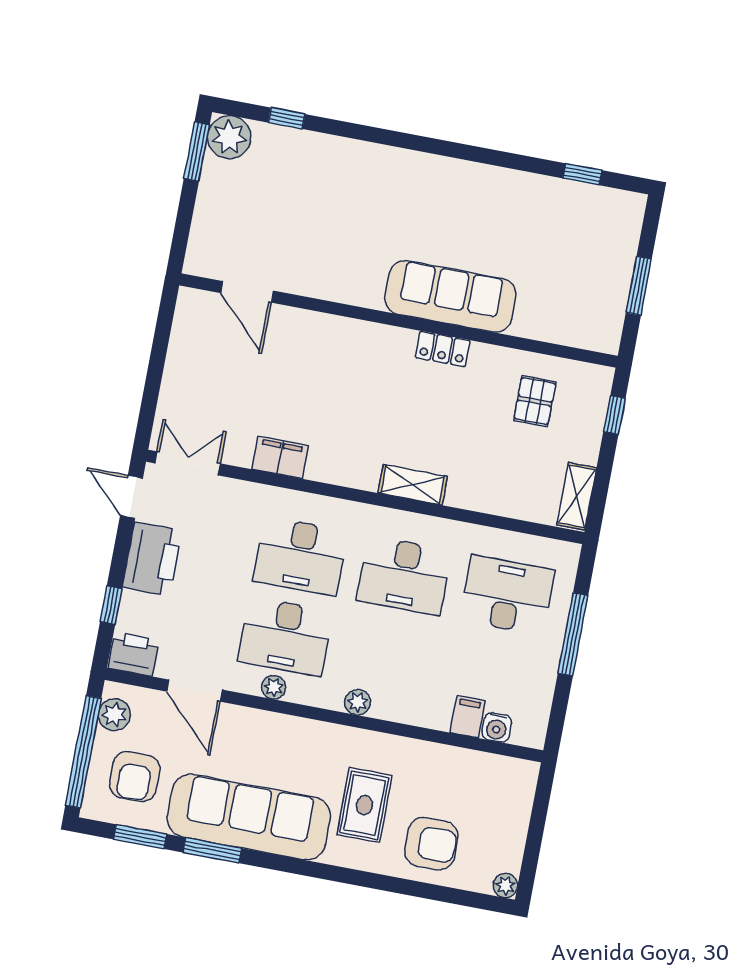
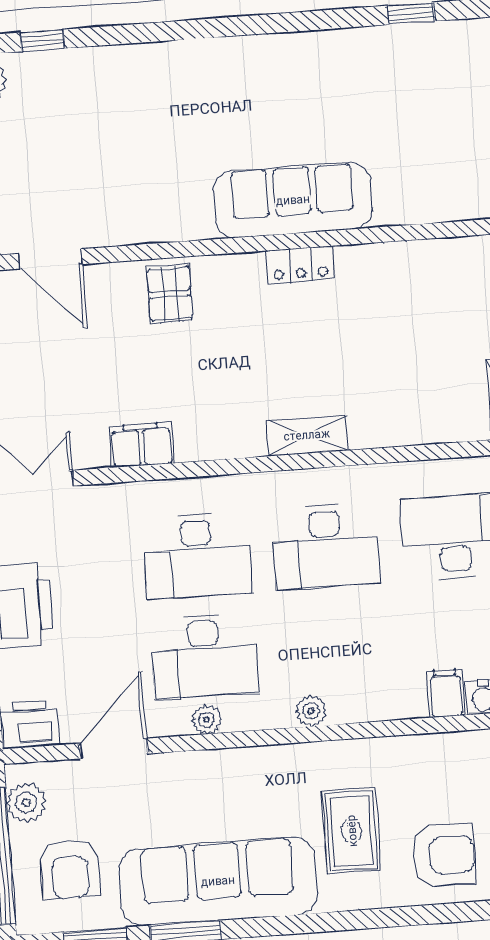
pallet: (535, 401) -> (170, 294), moved
door: (195, 691) -> (114, 749), swing flipped

